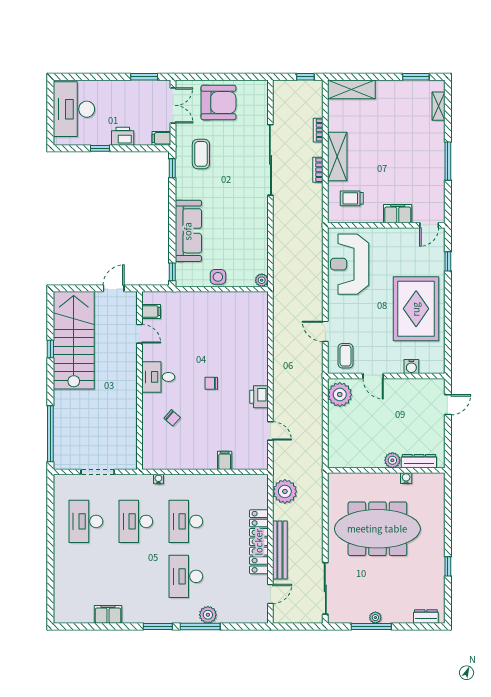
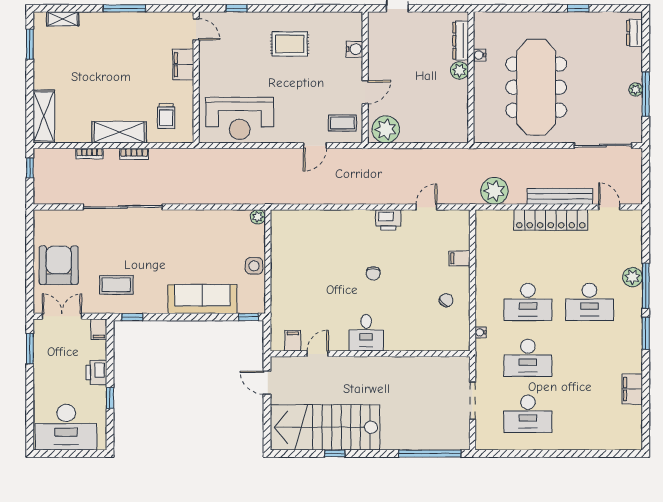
rug: (416, 309) -> (290, 44), width x0.54, depth x0.49
chair: (172, 418) -> (446, 300), moved

